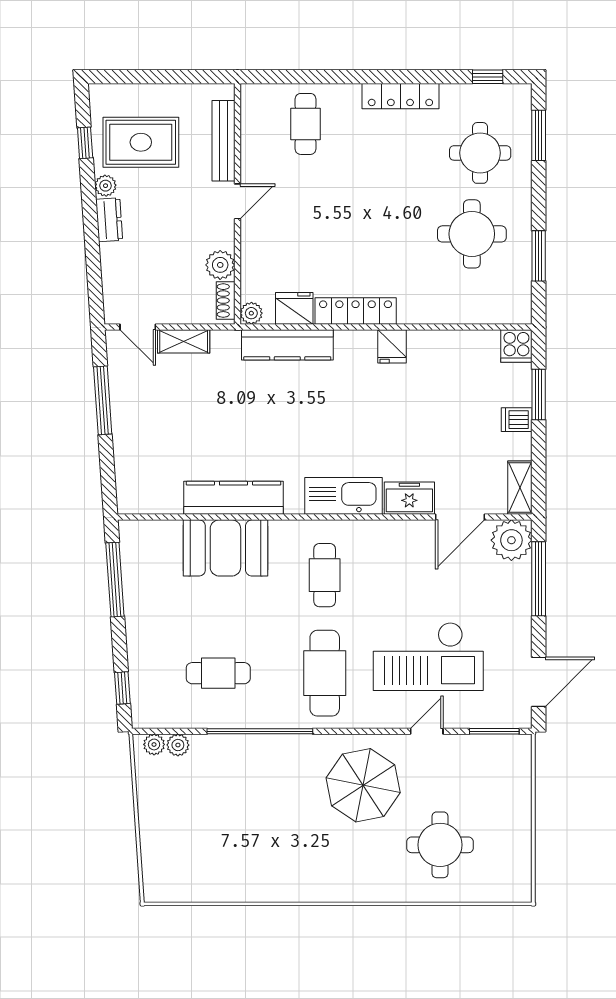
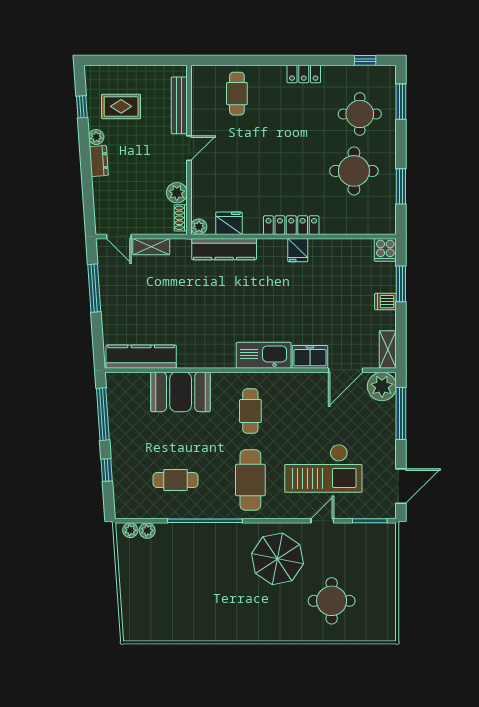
locker: (400, 96) -> (304, 74), width x0.66
rug: (141, 142) -> (121, 106), width x0.73, depth x0.70
locker: (356, 311) -> (291, 225), moved
kitchen counter: (233, 498) -> (141, 357), moved
window: (122, 688) -> (107, 470), moved

